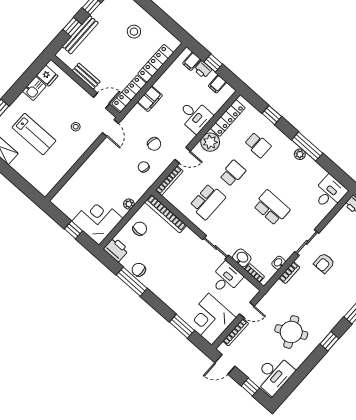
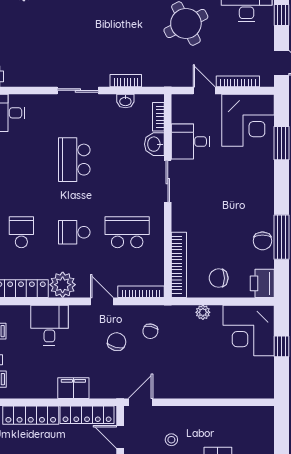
armchair: (324, 263) -> (83, 53), removed

